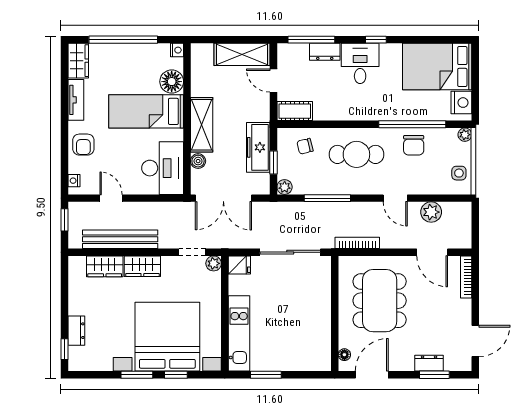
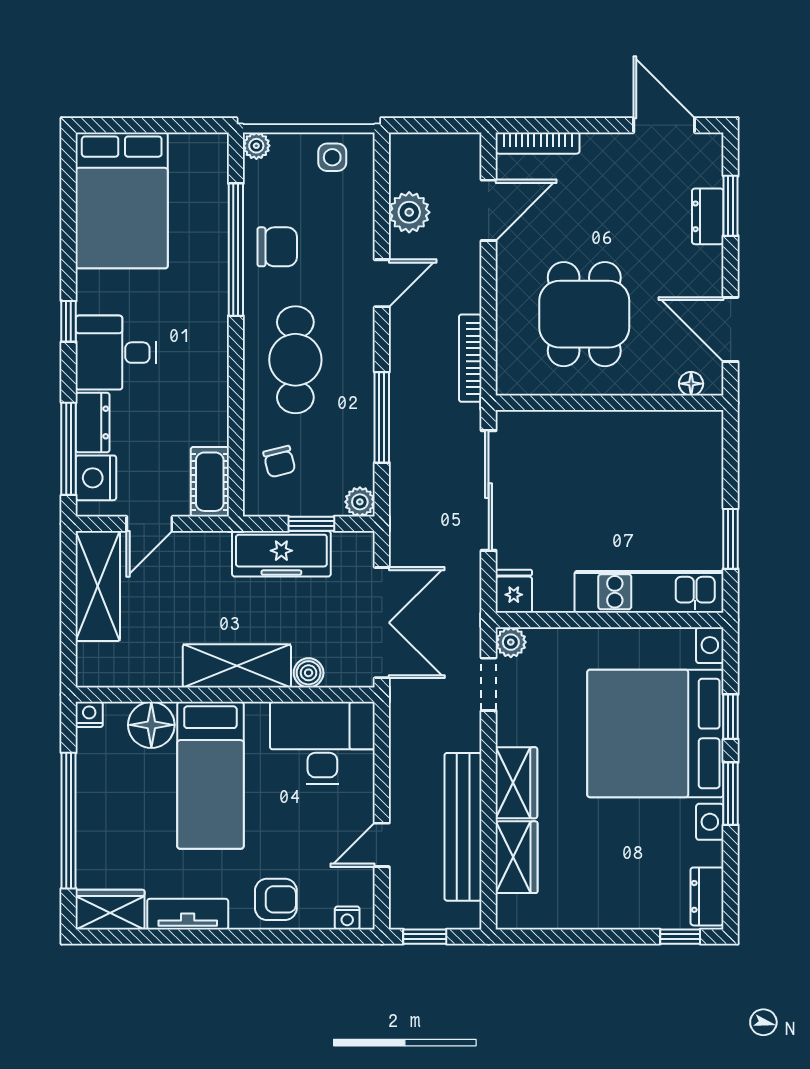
nightstand: (461, 103) -> (96, 478), moved, turned -90
dining table: (380, 301) -> (584, 314), width x0.73
dresser: (76, 331) -> (707, 896), moved, turned -90

